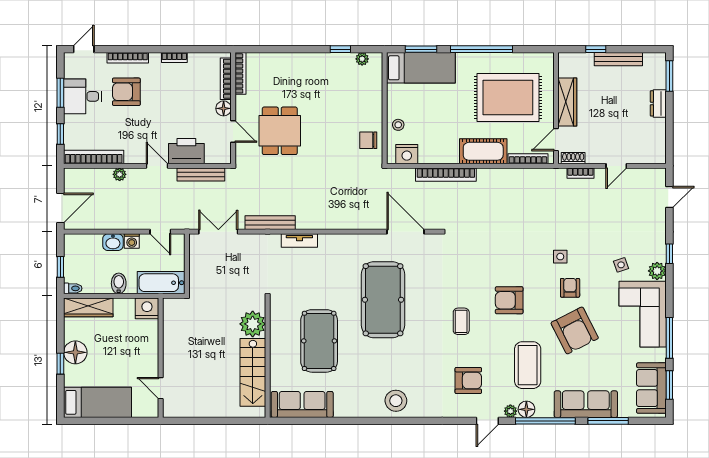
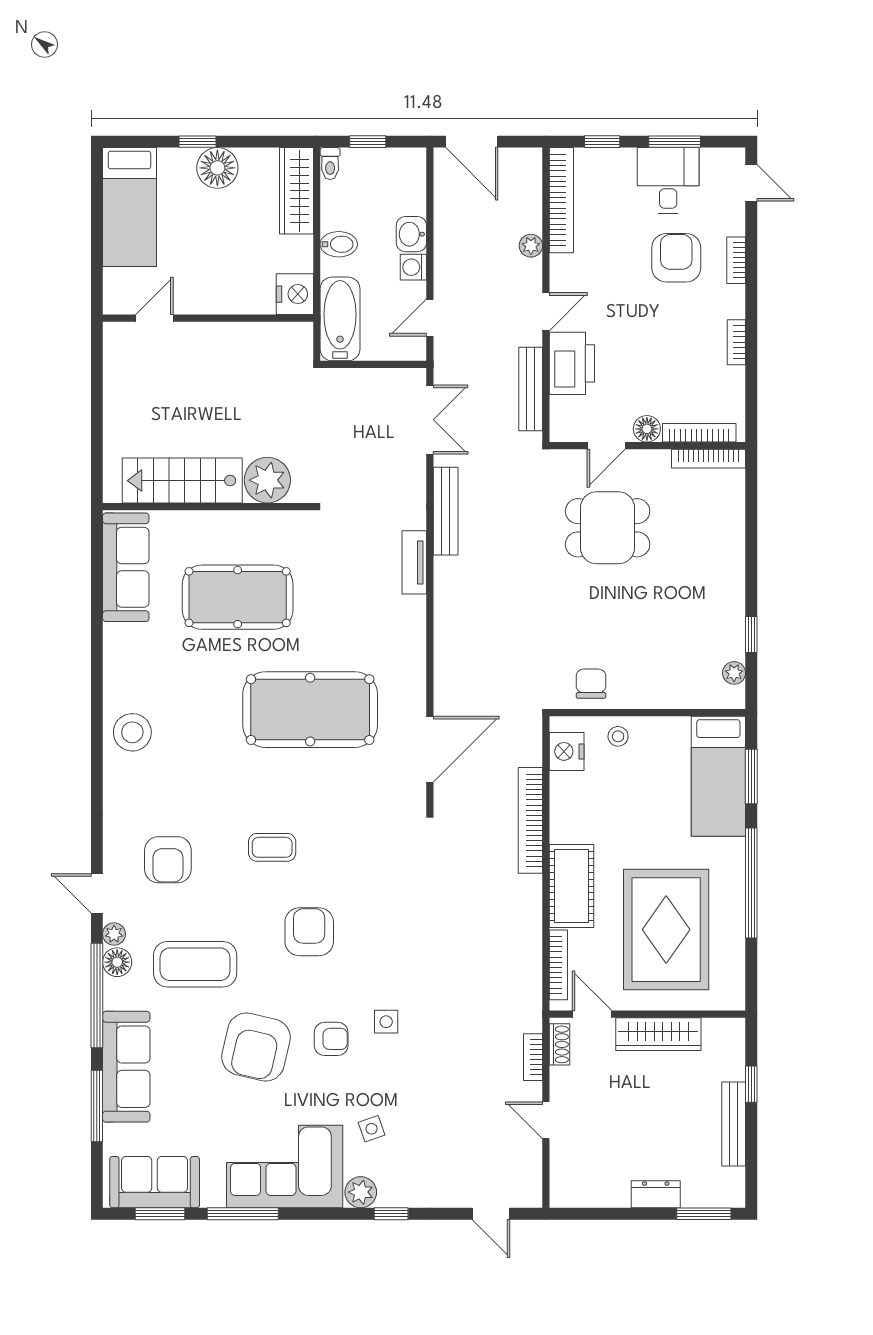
bookcase: (128, 58) -> (736, 260), width x0.64
armchair: (575, 330) -> (256, 1047), turned -50

